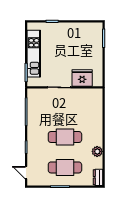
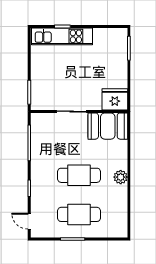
kitchen unit: (34, 54) -> (62, 36), moved, turned 90
fridge: (82, 78) -> (115, 99), moved
booth: (87, 99) -> (108, 126), added
plant: (97, 151) -> (121, 177), moved
dresser: (98, 177) -> (122, 227), removed

